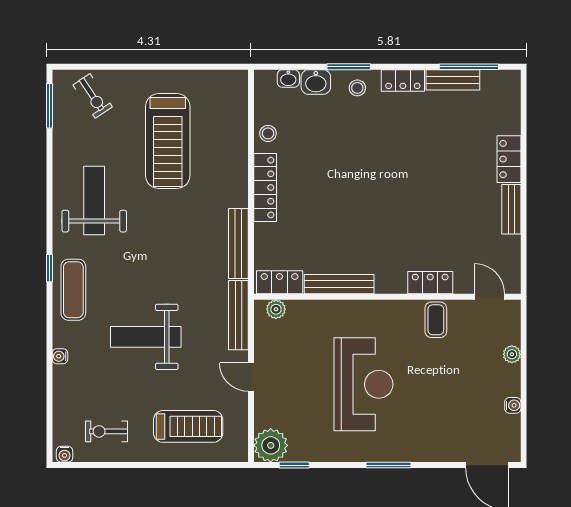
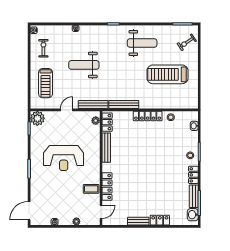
washbasin: (316, 82) -> (193, 215), moved
locker: (430, 283) -> (107, 186), width x1.53
exercise mat: (73, 290) -> (104, 34), removed
weight bench: (146, 337) -> (84, 65), turned -90

